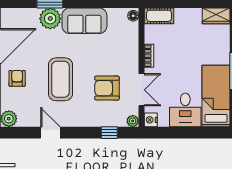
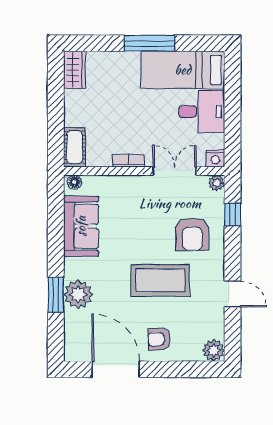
sofa: (84, 21) -> (81, 226), moved
armchair: (107, 88) -> (192, 234), moved
door: (50, 133) -> (233, 294), swing flipped

